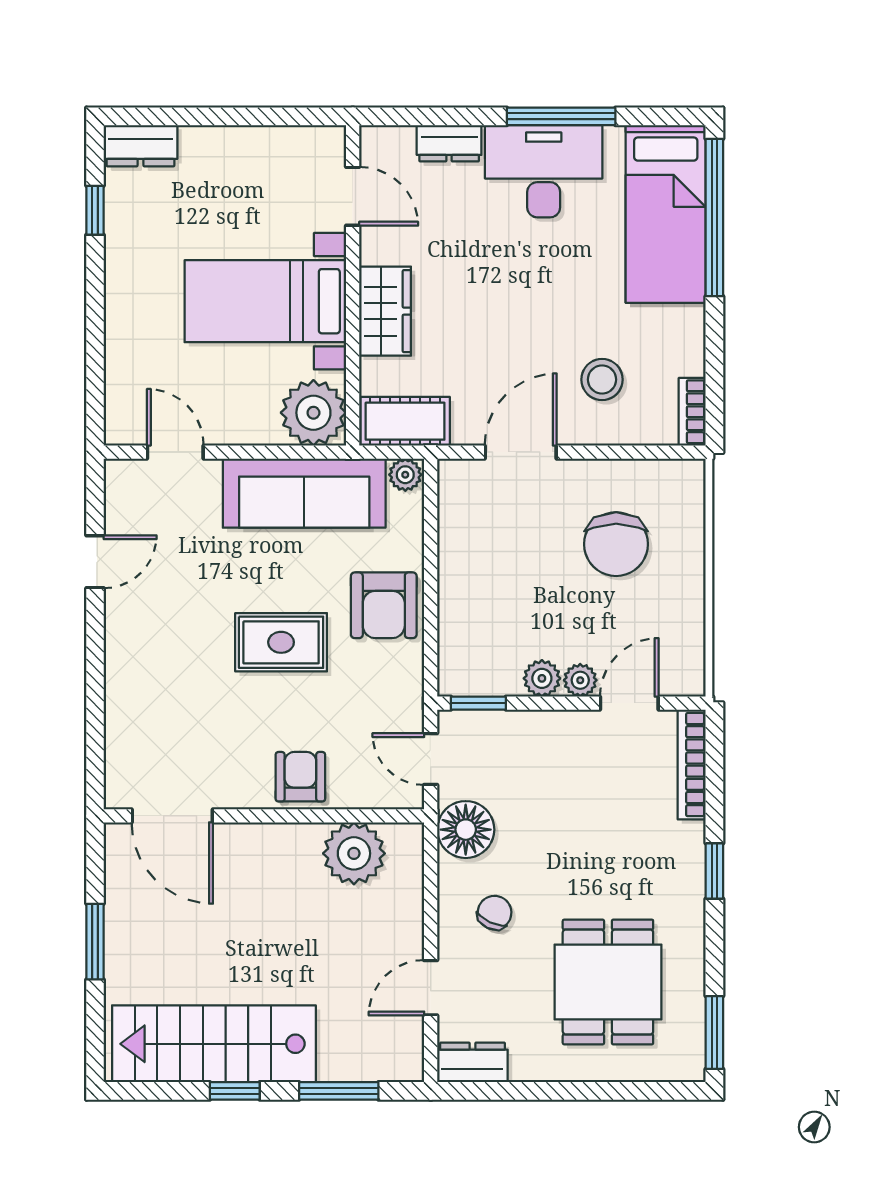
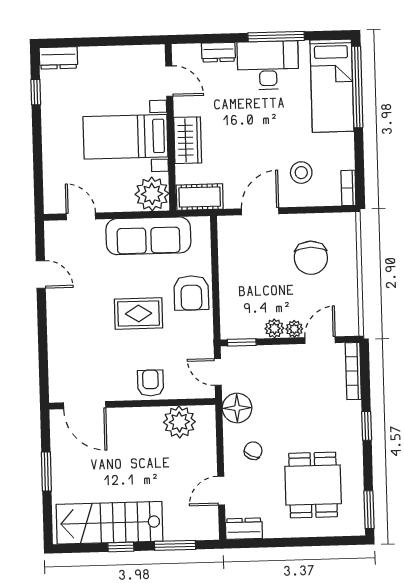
plant: (405, 475) -> (201, 225), removed
door: (95, 562) -> (41, 274), hinge flipped

